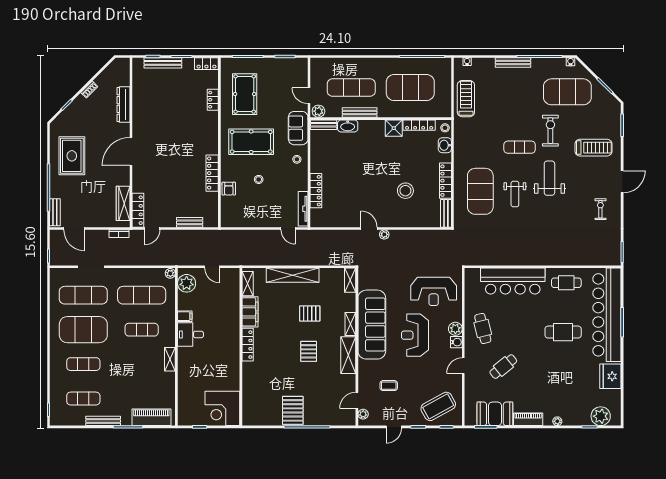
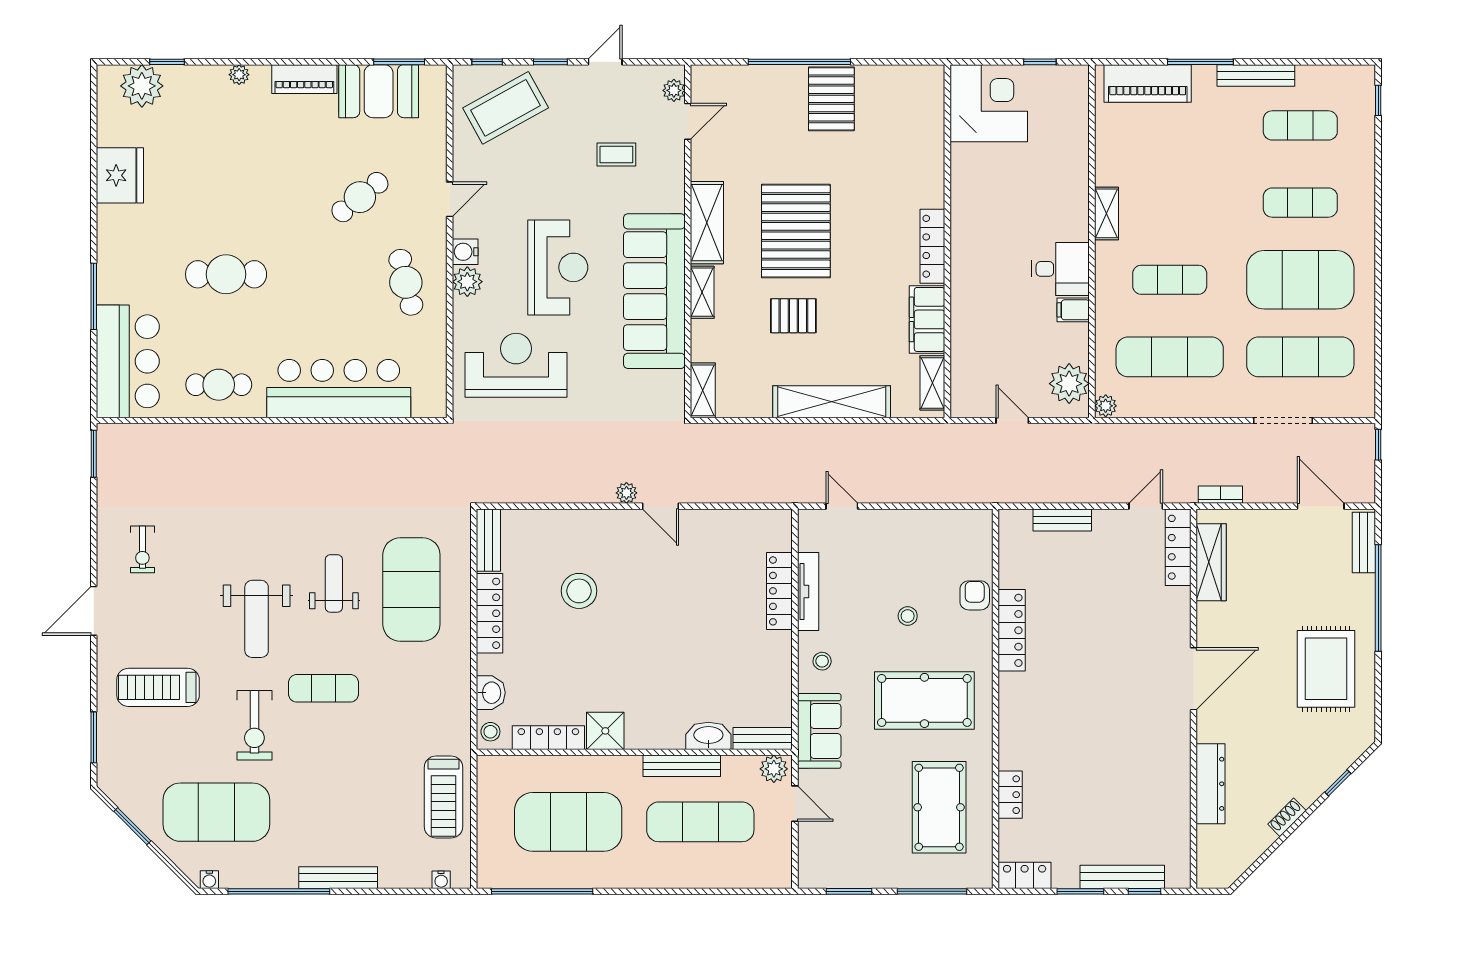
tv unit: (303, 209) -> (808, 592), moved
bar counter: (607, 315) -> (128, 361), width x0.54
pallet: (309, 351) -> (796, 231), width x2.05, depth x2.00

